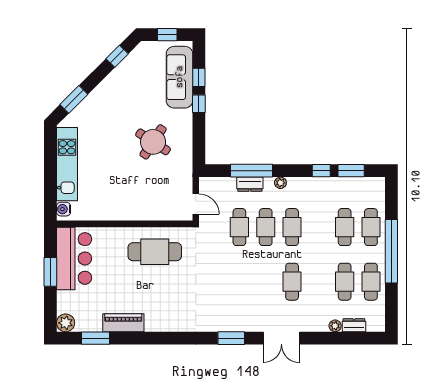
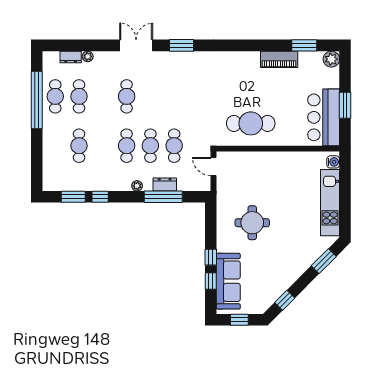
round table: (153, 142) -> (252, 223), turned -33
cafe table: (371, 227) -> (55, 146), removed
window: (391, 251) -> (37, 100), moved

